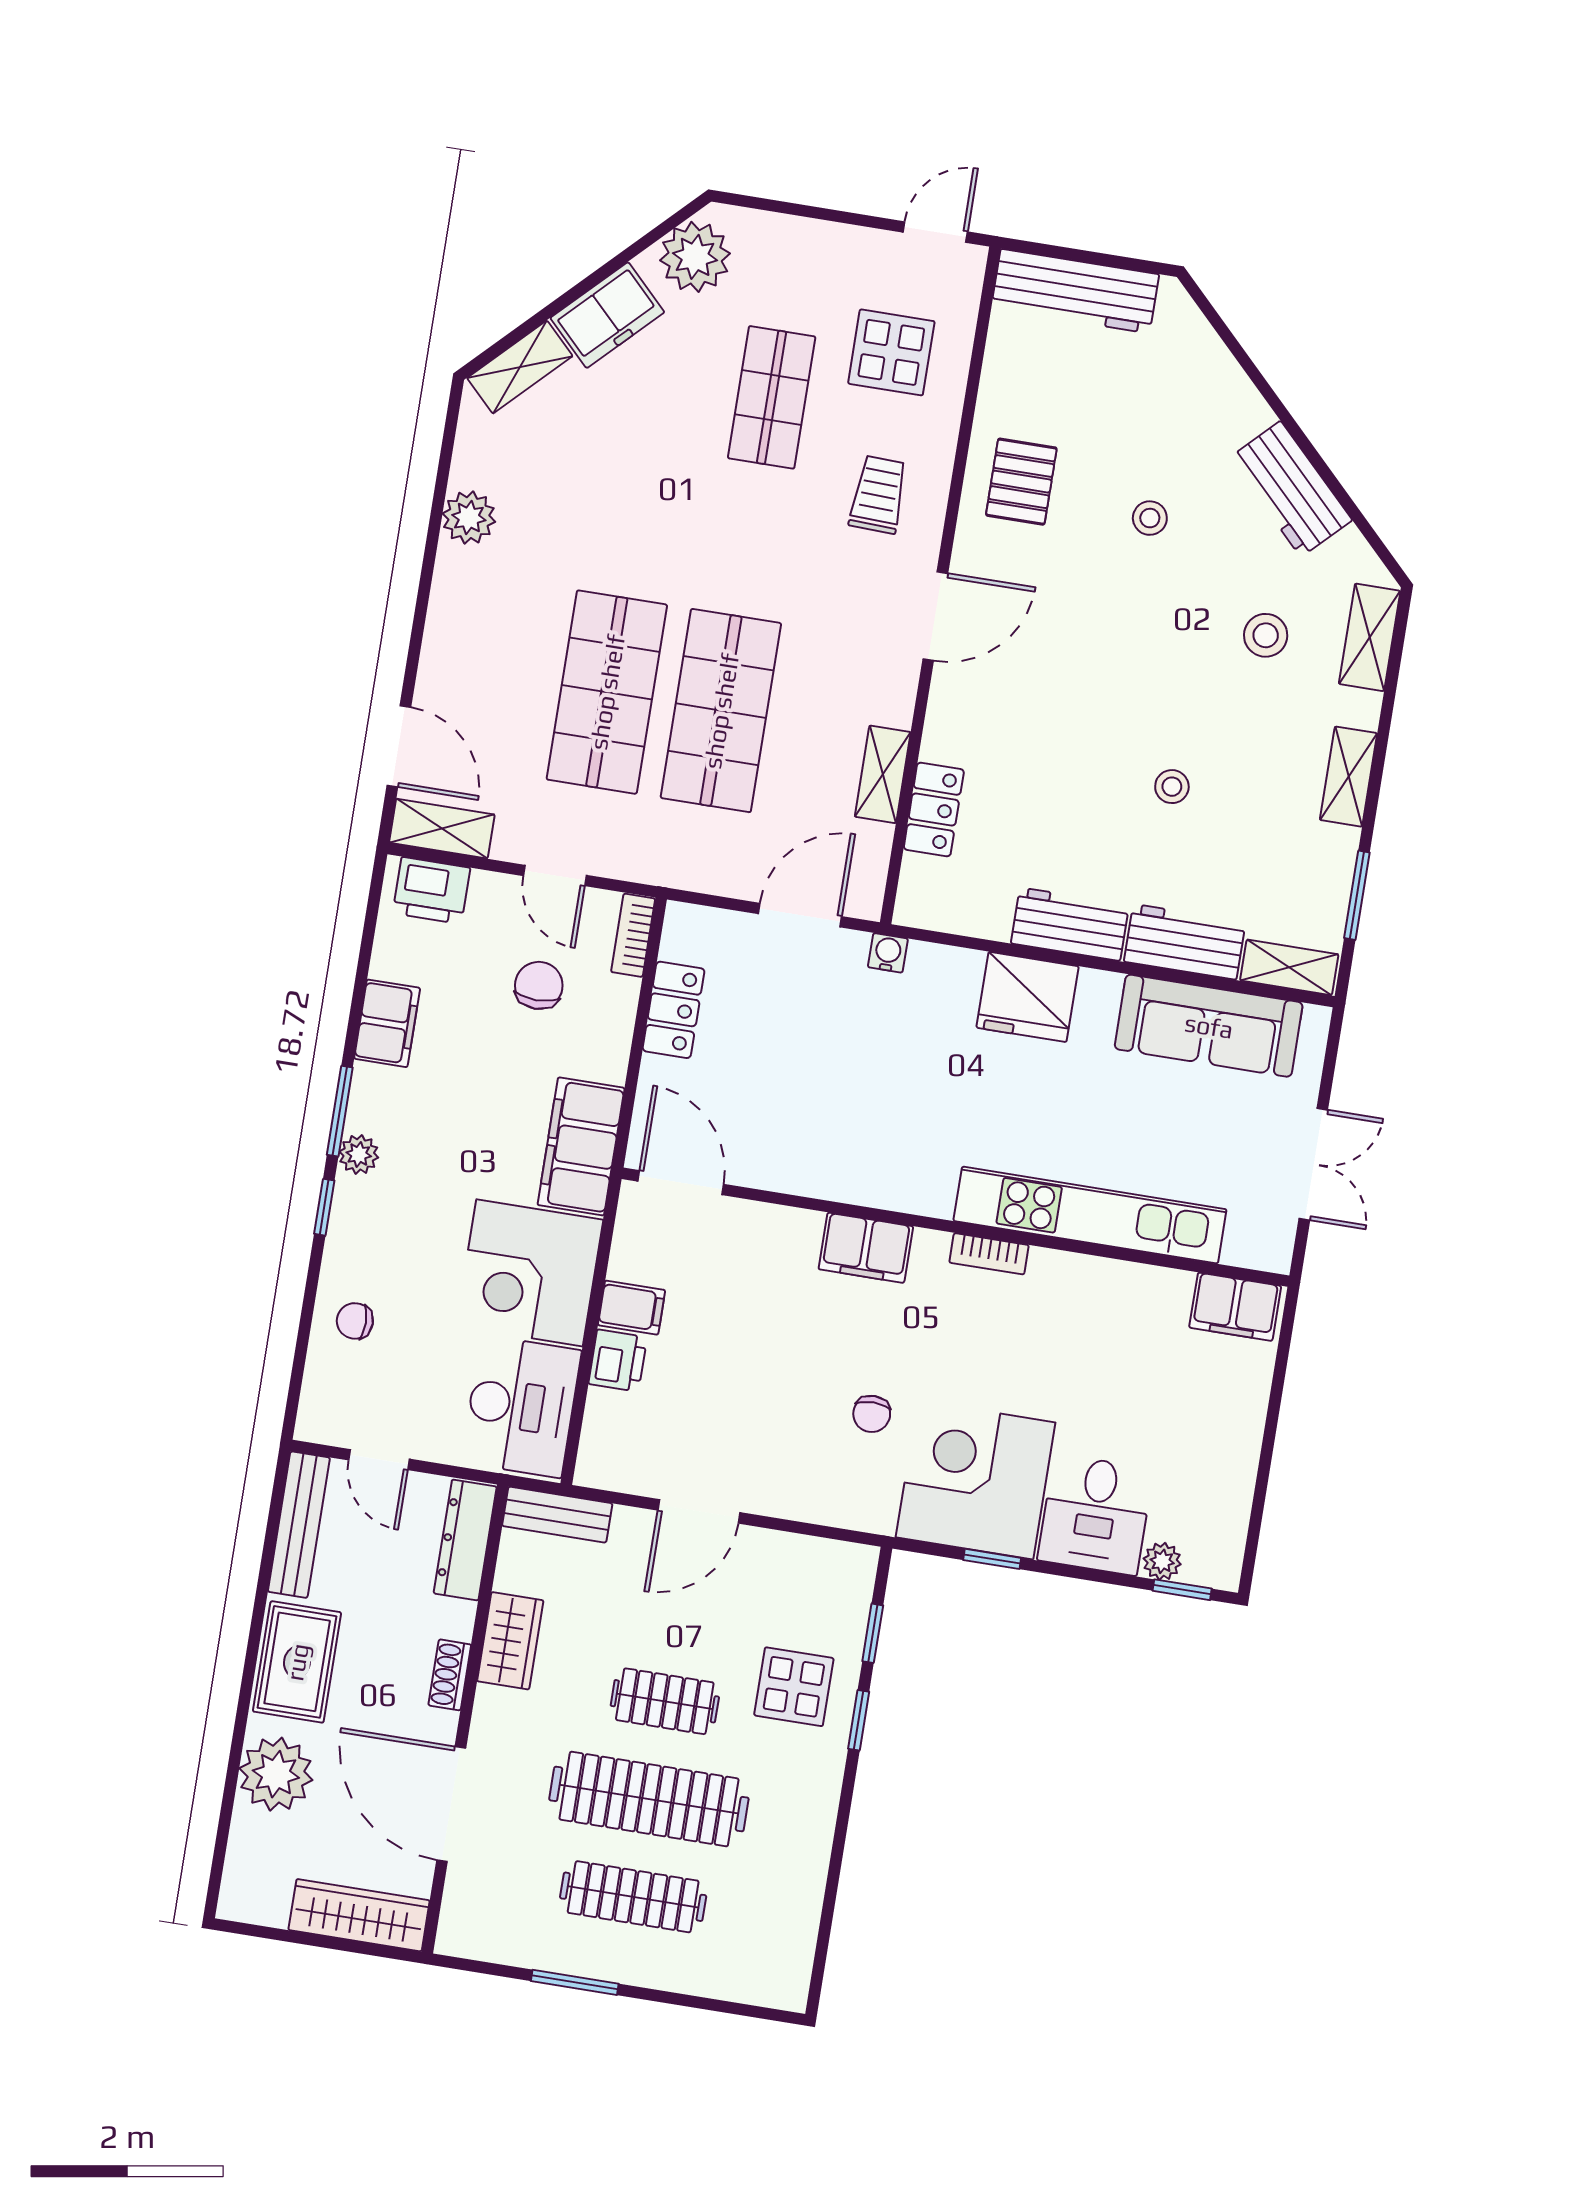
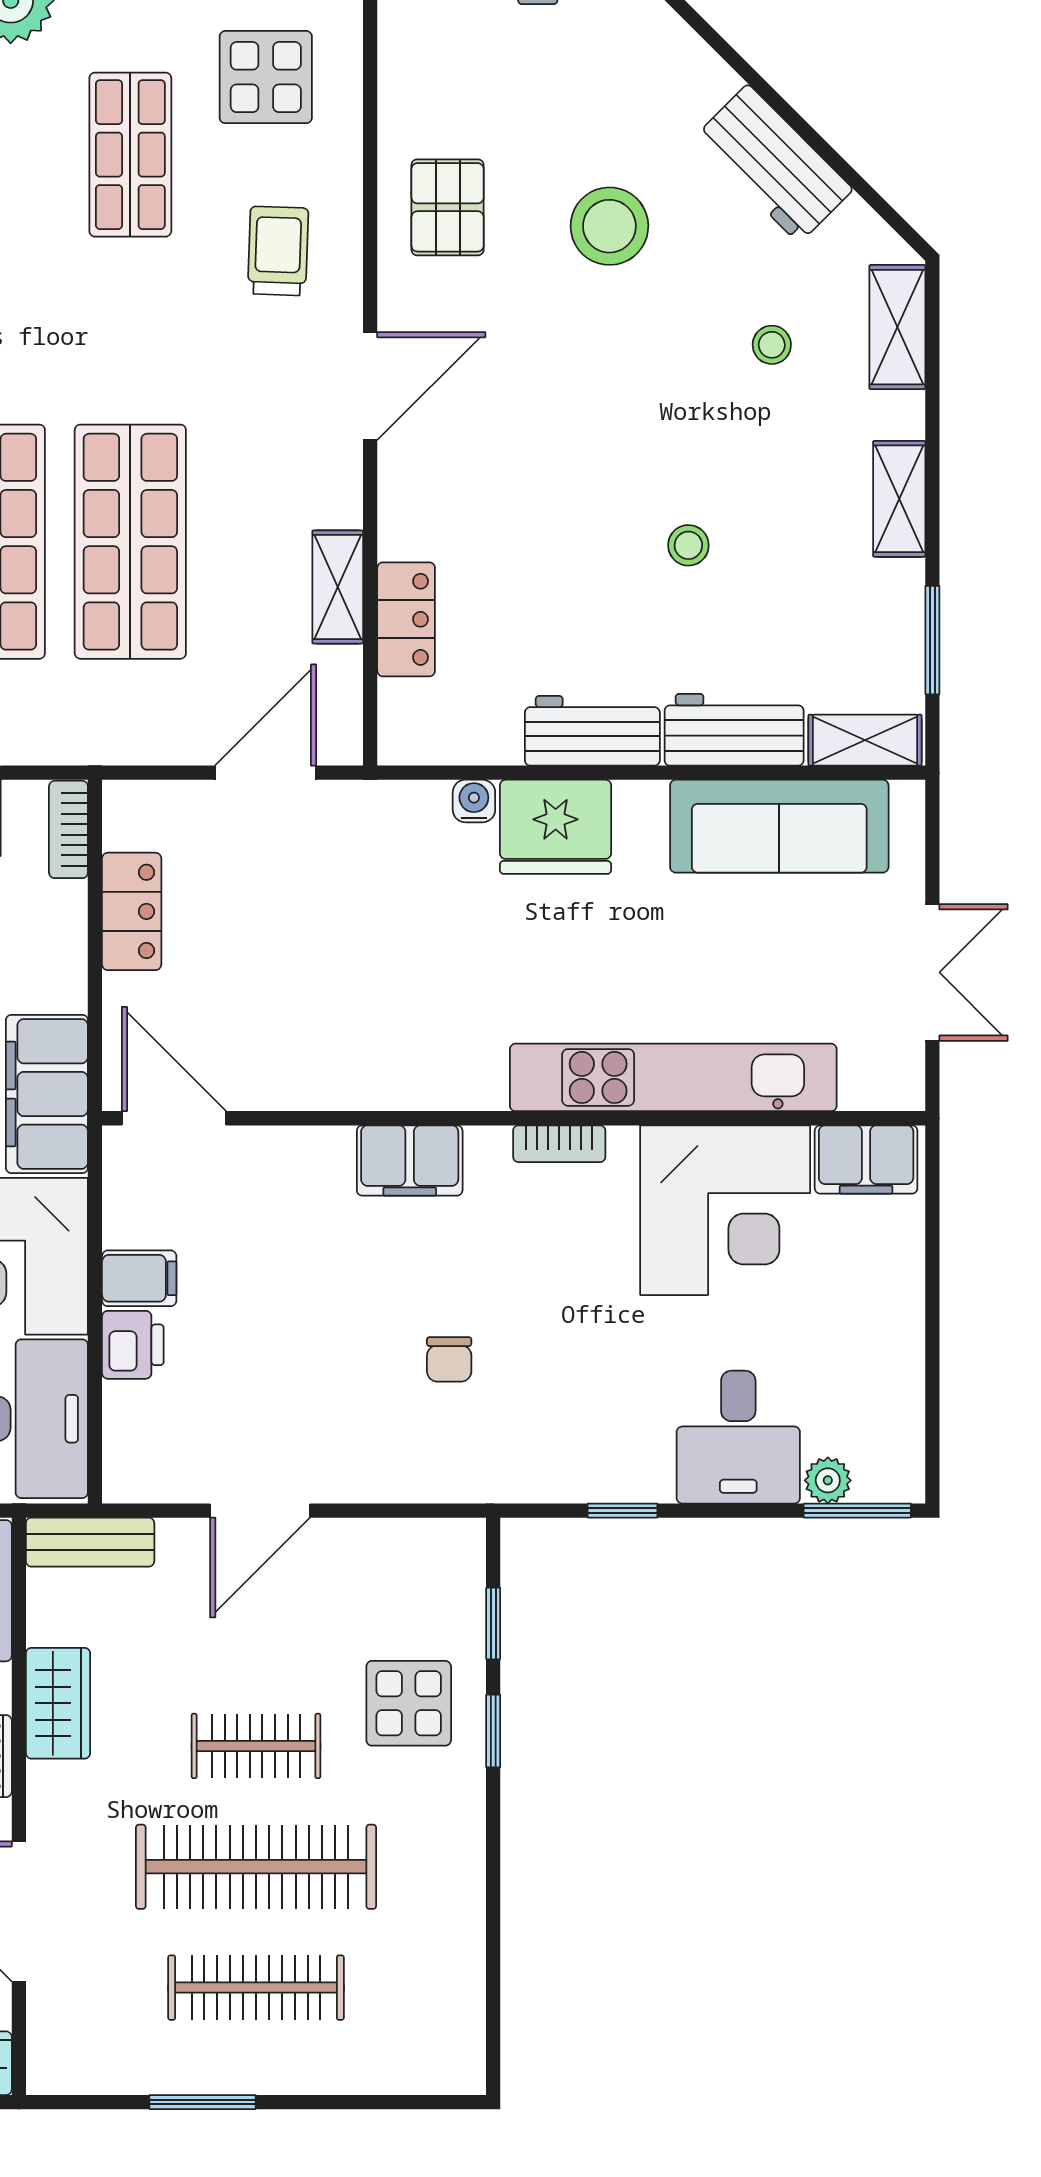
stool: (1150, 518) -> (609, 226), width x1.89, depth x1.89
stool: (1266, 635) -> (772, 345), width x0.73, depth x0.73
water cooler: (888, 953) -> (474, 801), moved
corner desk: (975, 1480) -> (725, 1210), moved, turned 180
window: (1182, 1590) -> (857, 1511), width x1.50

